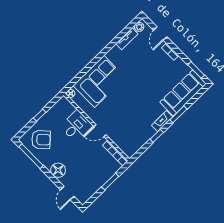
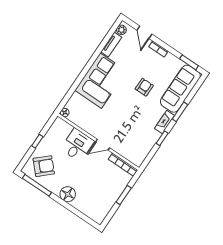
corner sofa: (99, 81) -> (101, 81), moved
armchair: (150, 85) -> (144, 87), added
door: (67, 193) -> (82, 216), removed

